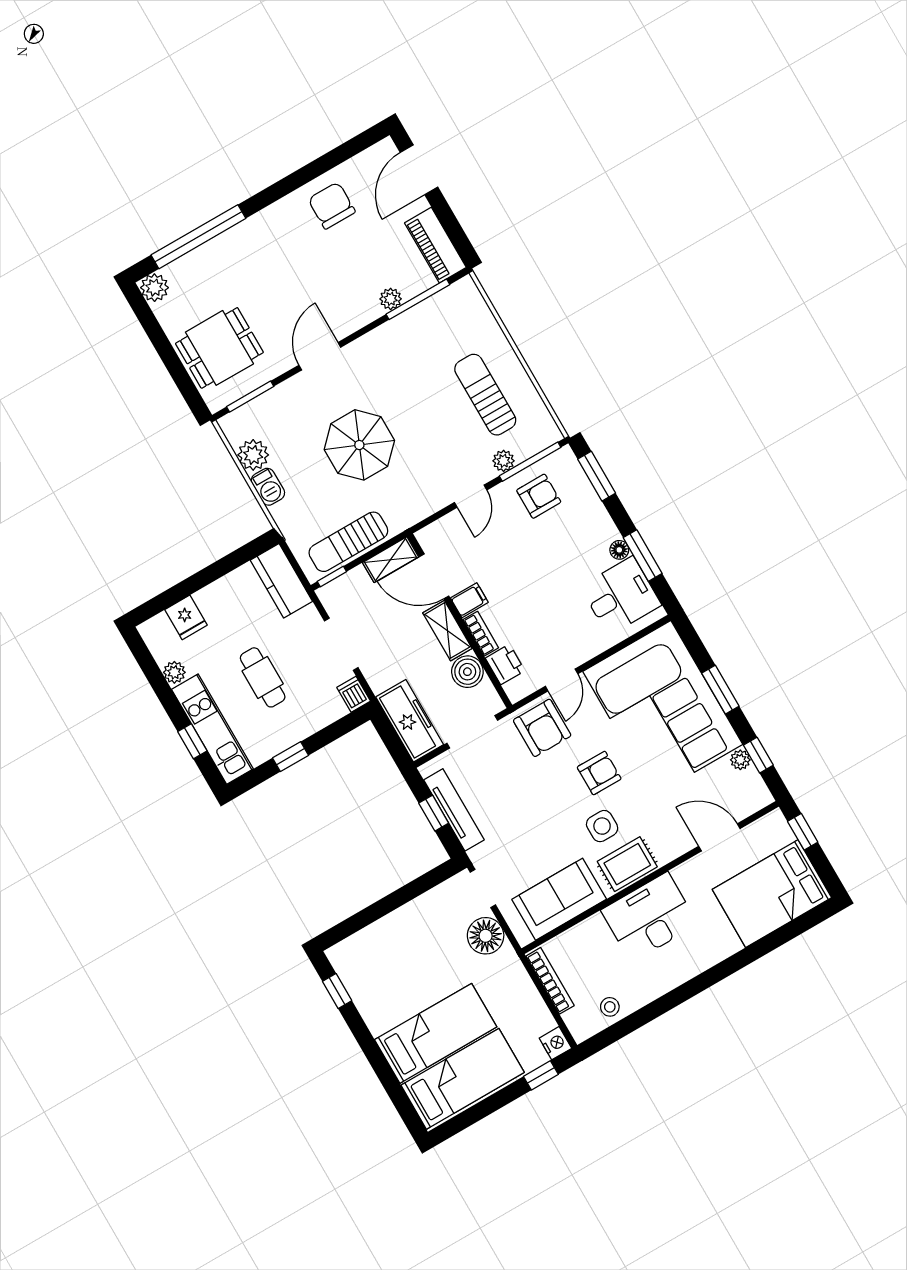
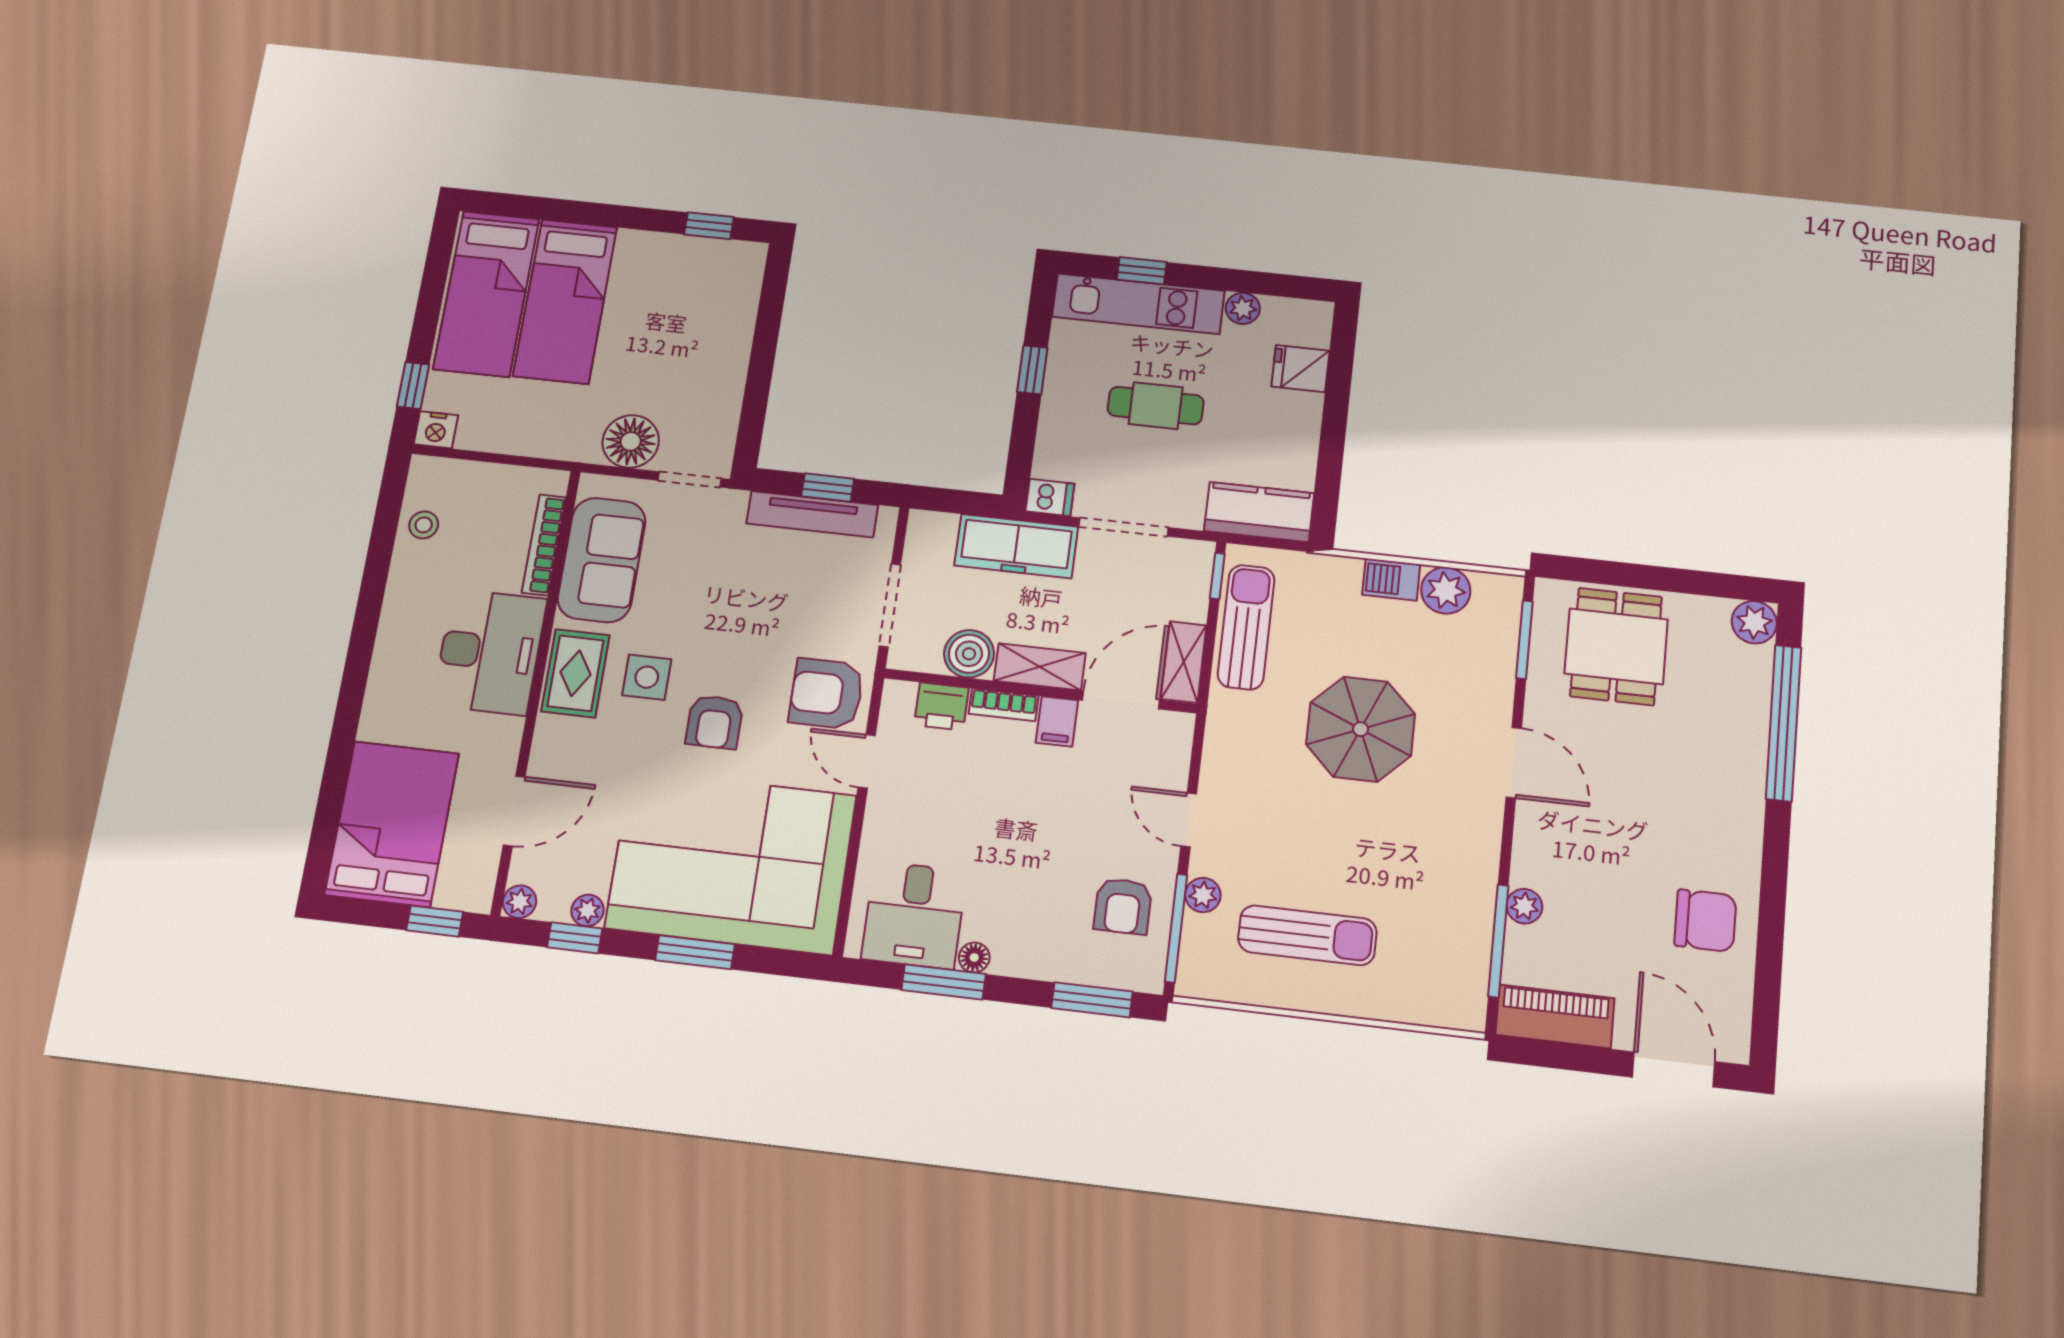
freezer: (410, 721) -> (1016, 546), moved
plant: (762, 797) -> (519, 902), added
bookcase: (550, 981) -> (544, 545), moved, turned 90

